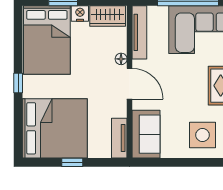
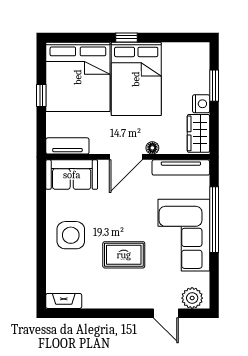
bed: (47, 40) -> (136, 79), moved, turned -90

